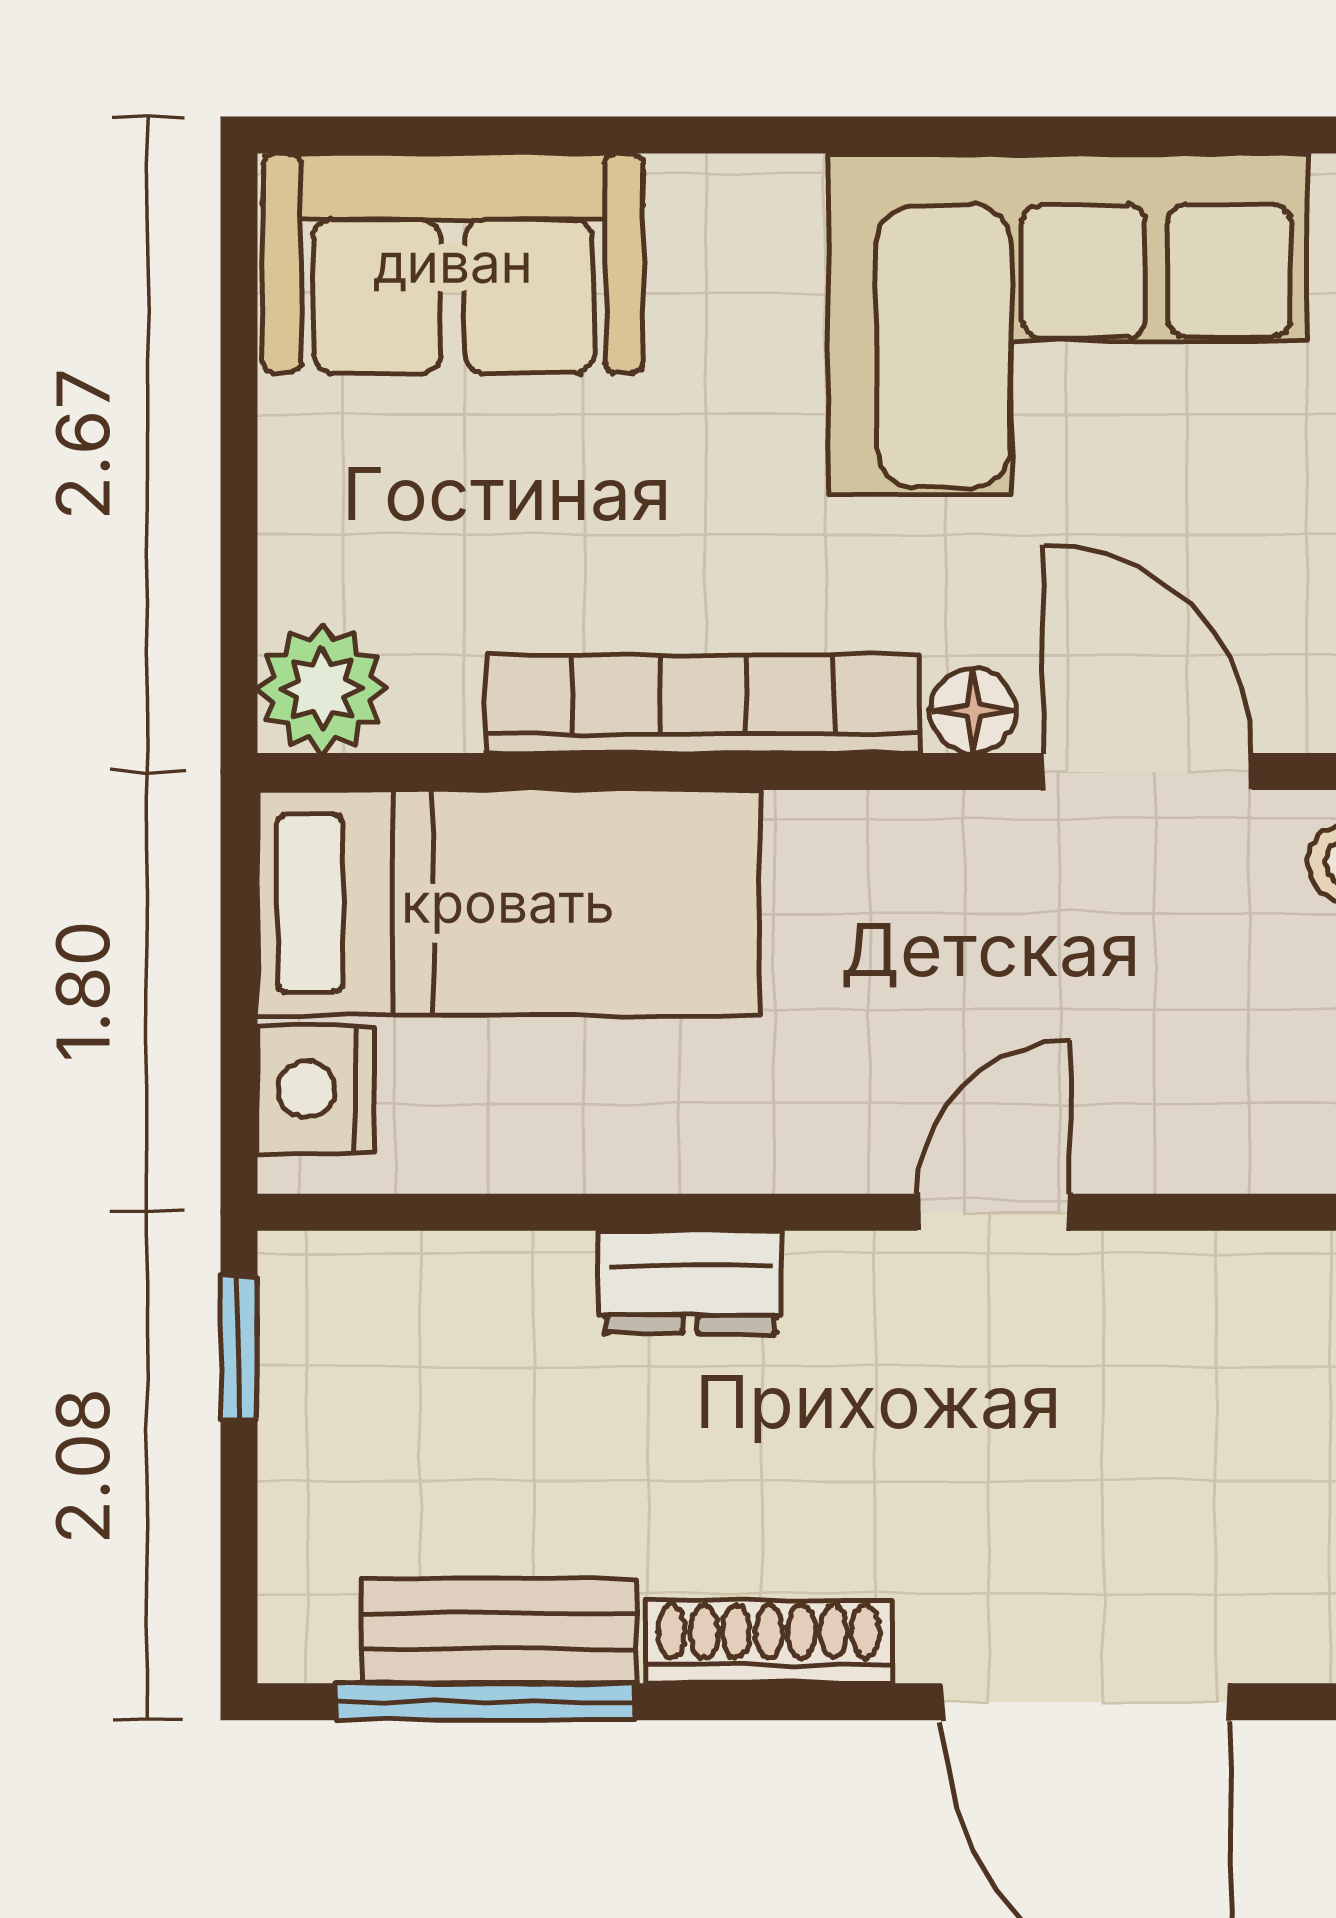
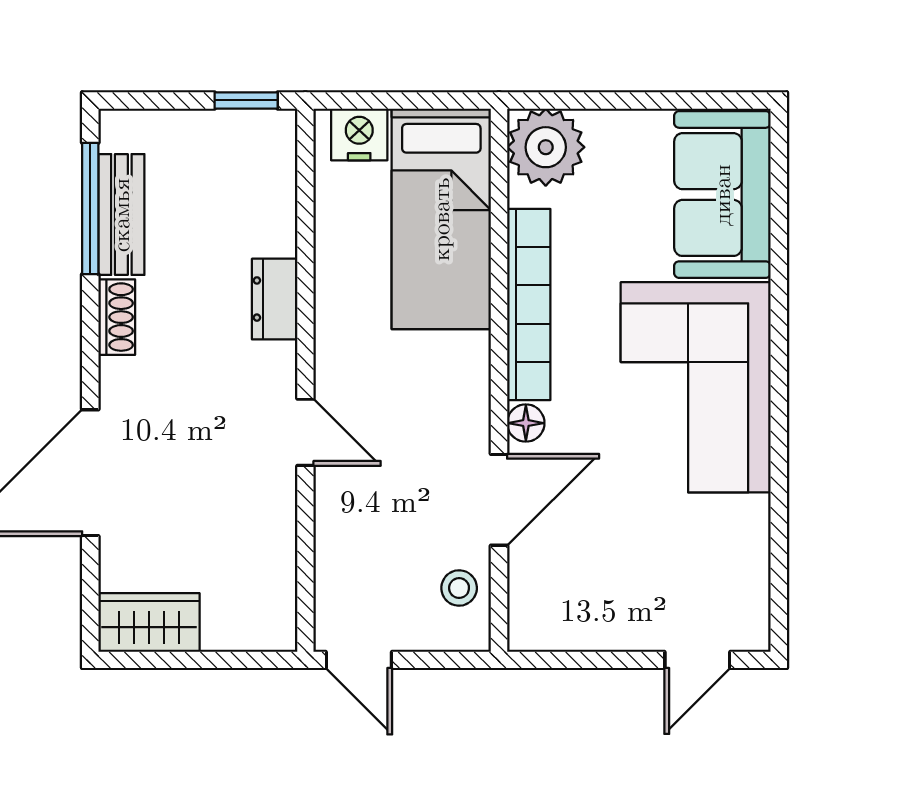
corner sofa: (1068, 324) -> (696, 387), moved
plant: (322, 689) -> (546, 147), width x1.36, depth x1.36
shoe rack: (769, 1642) -> (117, 317), width x0.70

